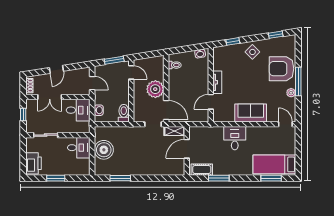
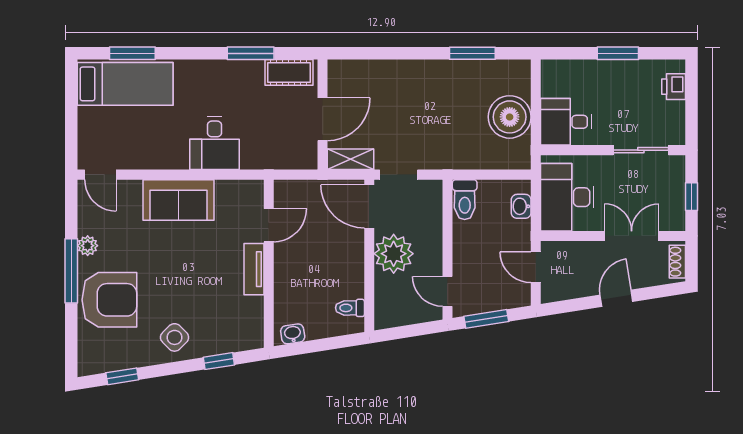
desk: (78, 110) -> (567, 197), width x1.37
printer: (34, 163) -> (674, 87), width x0.53, depth x0.68

